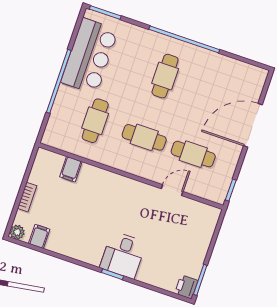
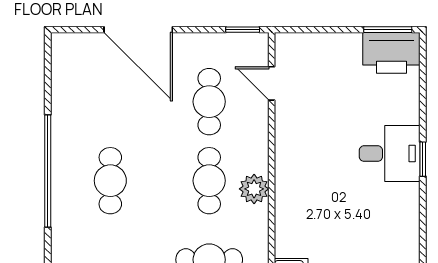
cafe table: (165, 76) -> (110, 181), turned 90
plant: (130, 163) -> (254, 189), added
door: (172, 190) -> (272, 83), moved
printer: (186, 287) -> (391, 53), width x1.87, depth x1.48

